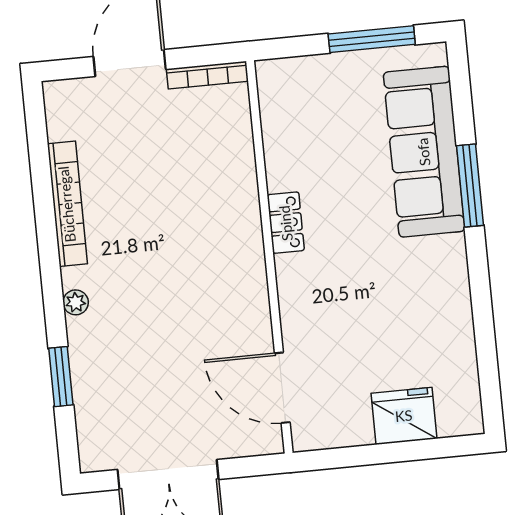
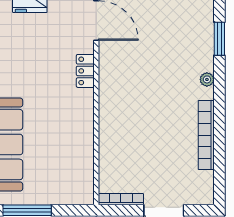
locker: (286, 223) -> (85, 71), moved

